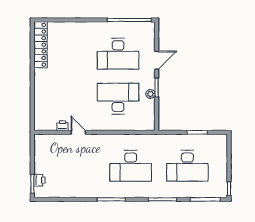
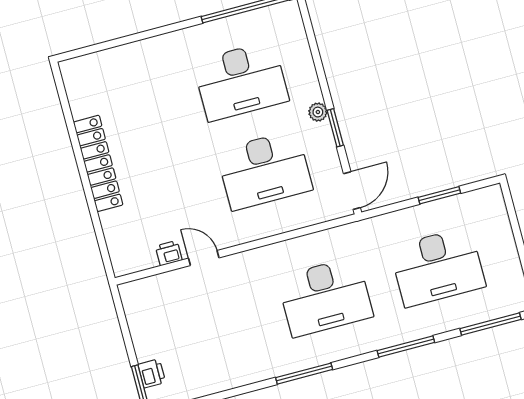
locker: (41, 45) -> (98, 163), moved
door: (157, 60) -> (352, 191), moved
plant: (150, 94) -> (318, 112), moved
desk: (118, 99) -> (264, 170), turned 180

